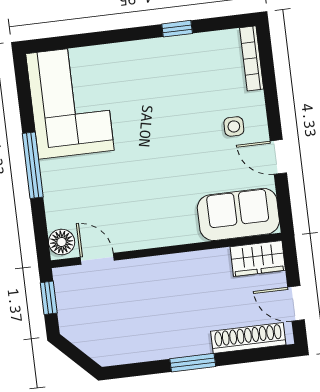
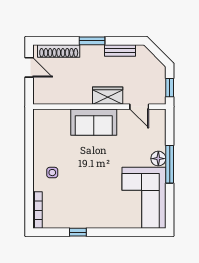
door: (278, 157) -> (29, 152), removed
sofa: (238, 214) -> (94, 122), moved
floor lamp: (62, 242) -> (158, 159), moved
wardrobe: (258, 258) -> (108, 96), moved
bench: (142, 352) -> (120, 50), added

